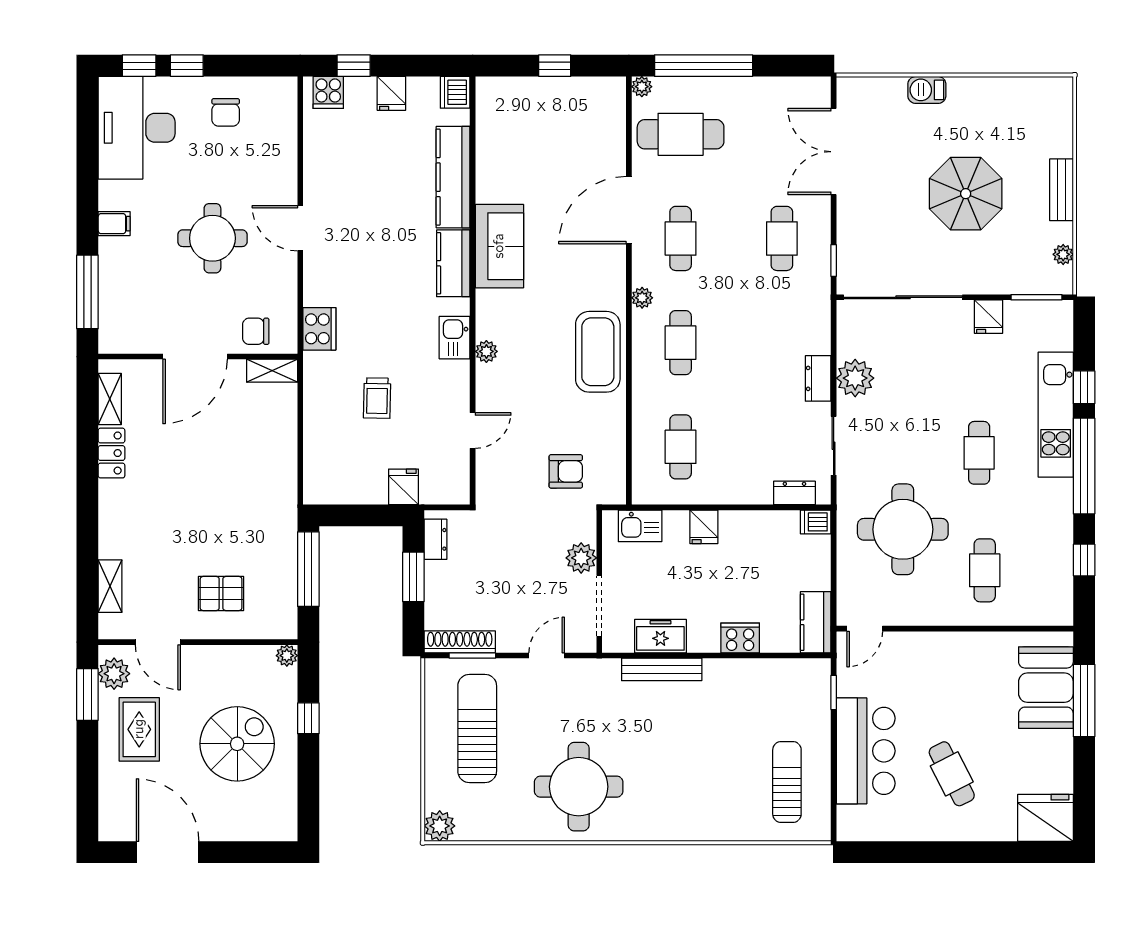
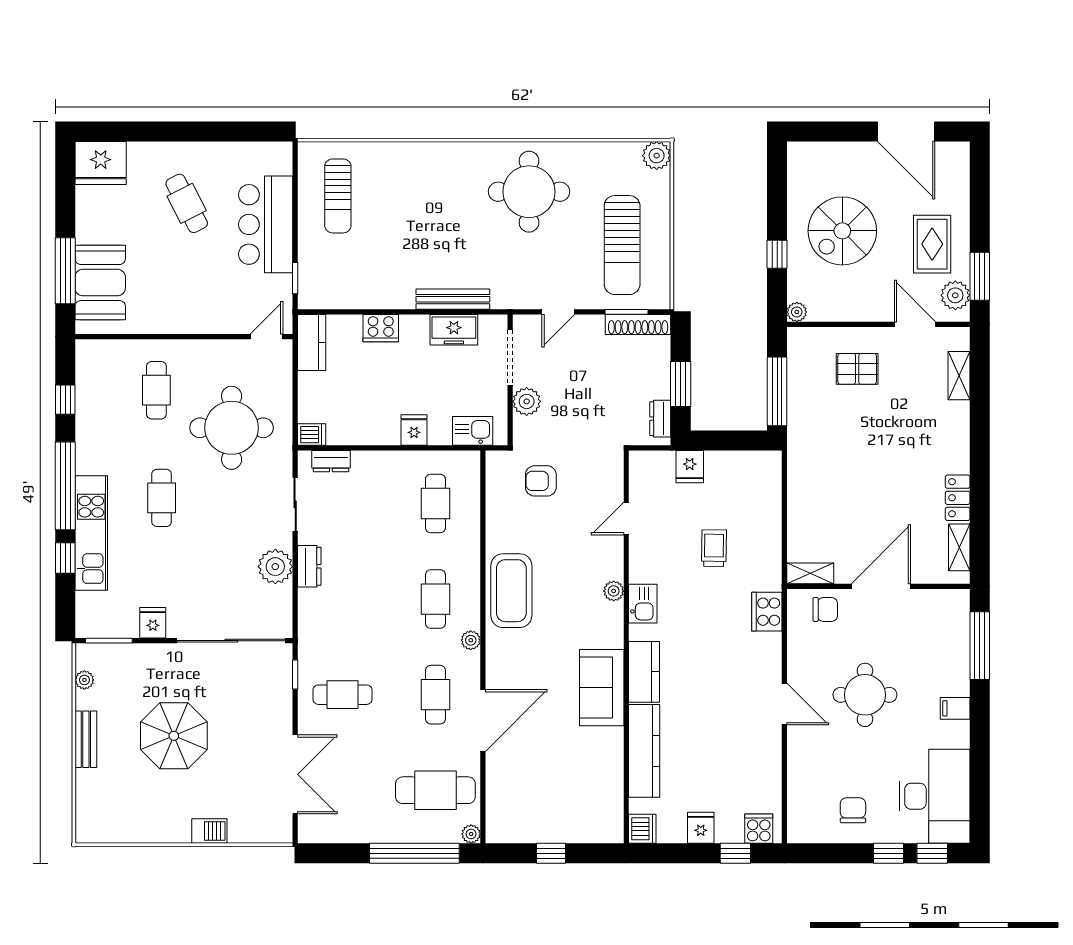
cafe table: (782, 238) -> (342, 695), turned 90

